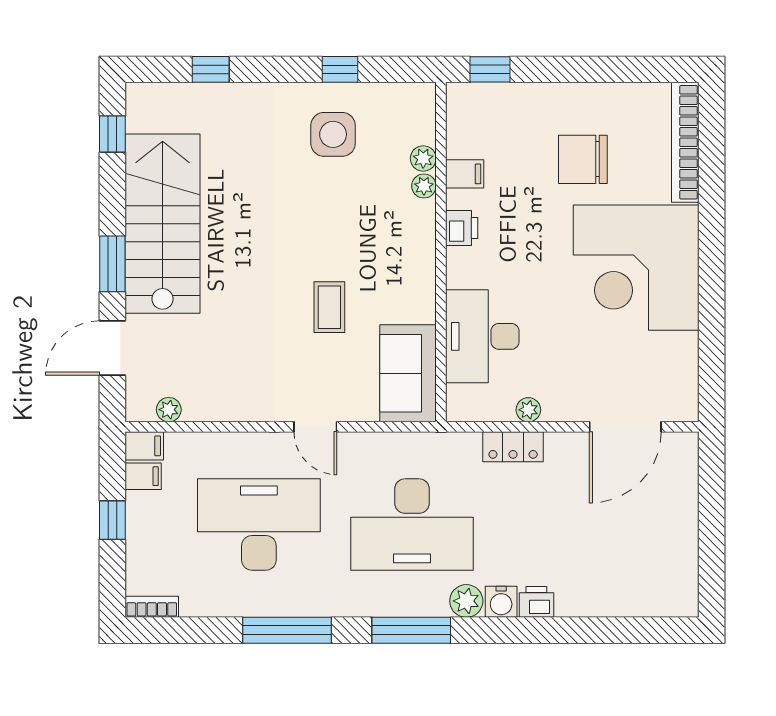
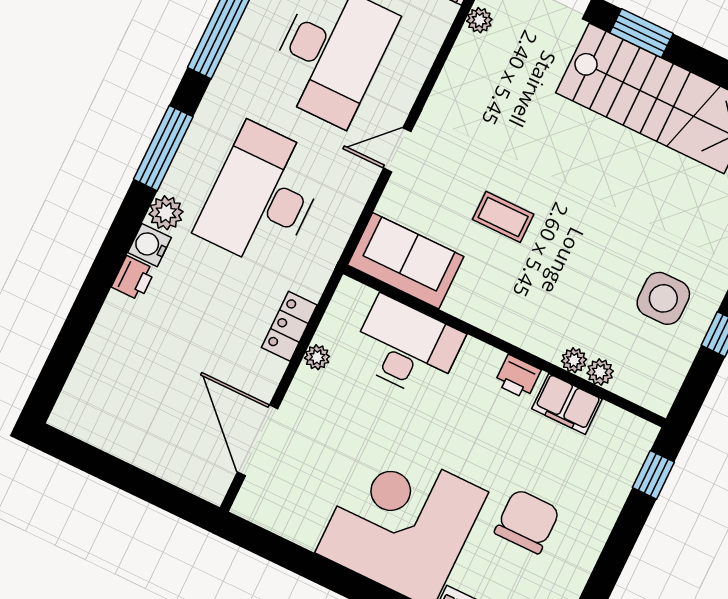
filing cabinet: (465, 174) -> (567, 404), width x2.00

